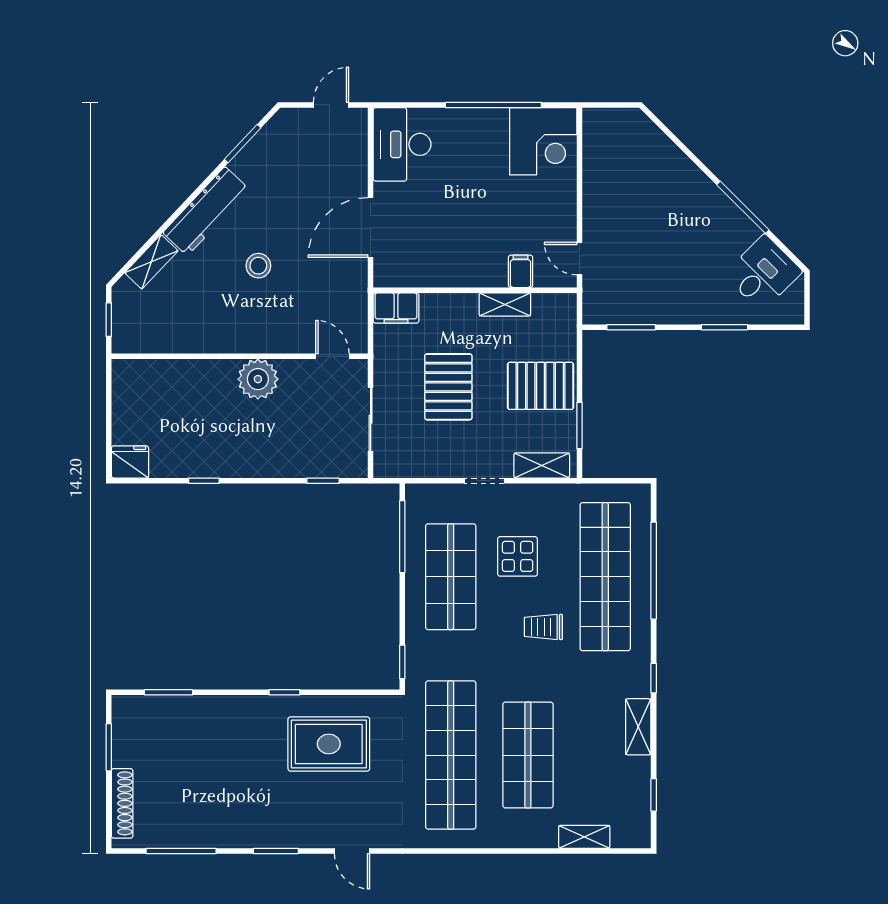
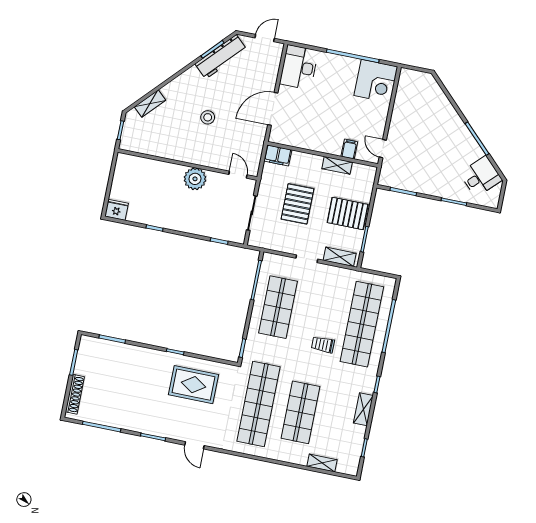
workbench: (206, 211) -> (221, 57), moved
display table: (518, 556) -> (317, 303), removed

